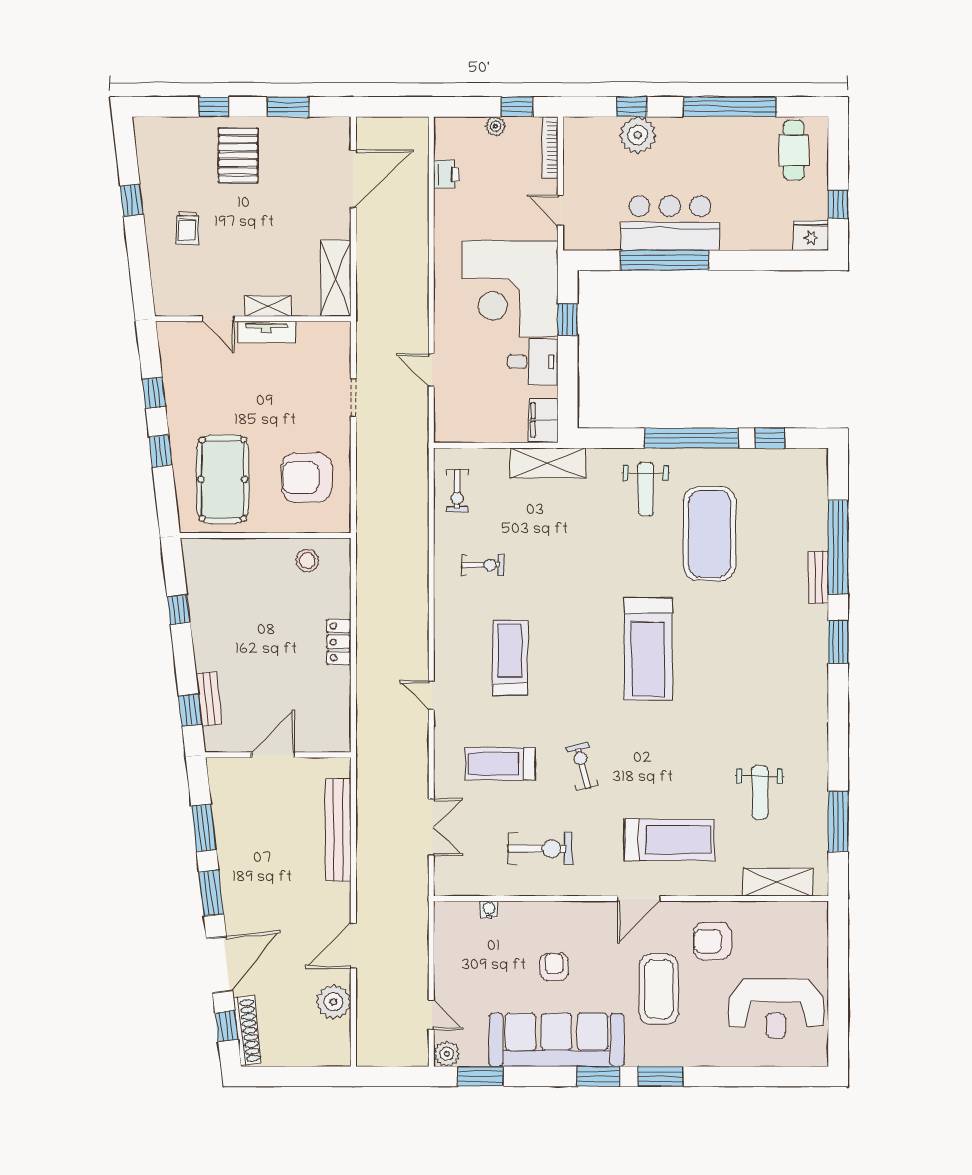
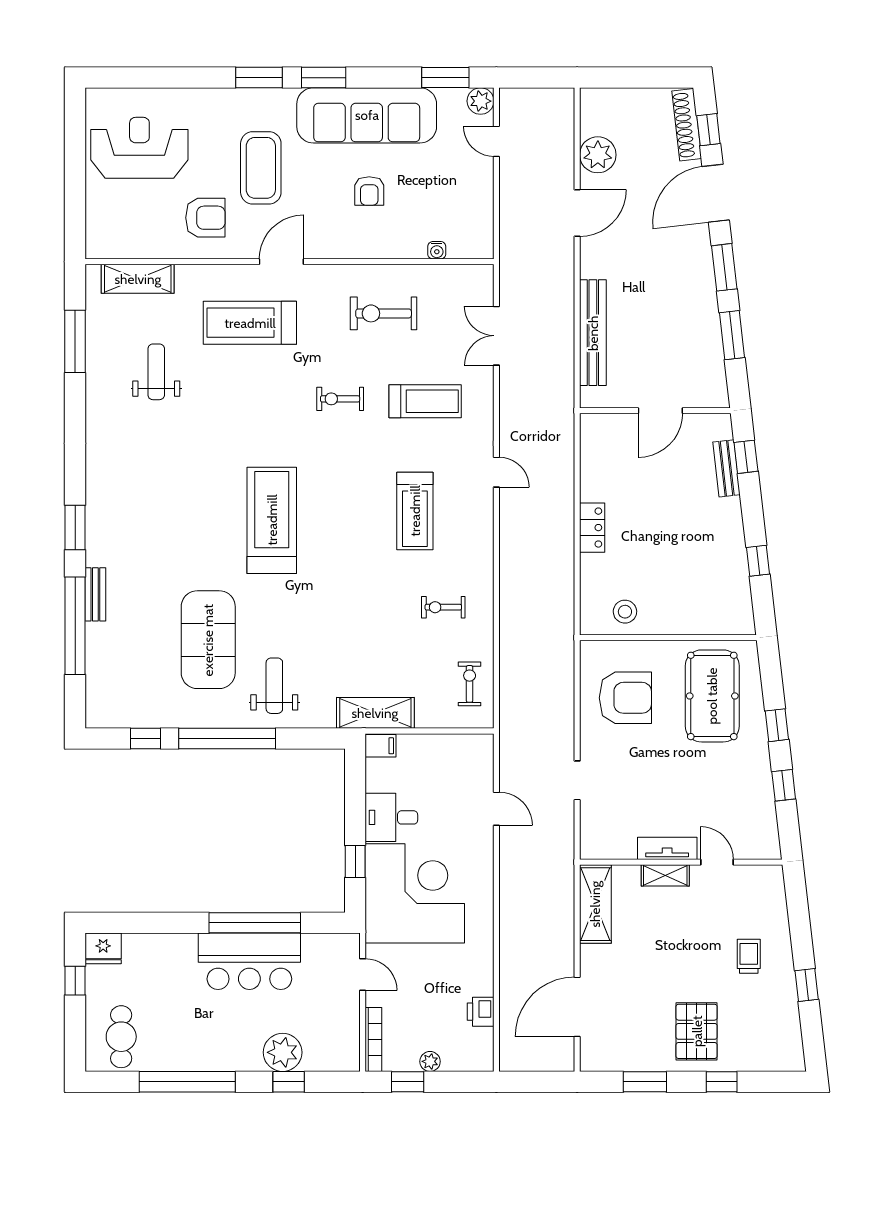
filing cabinet: (543, 420) -> (381, 746), width x0.50
exercise bike: (582, 766) -> (340, 399), turned 104

